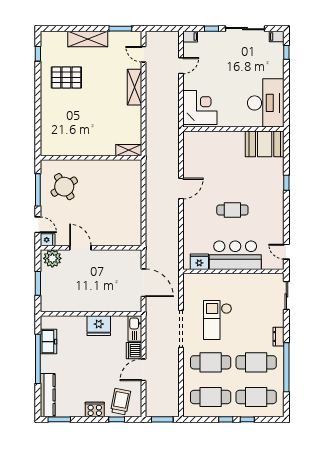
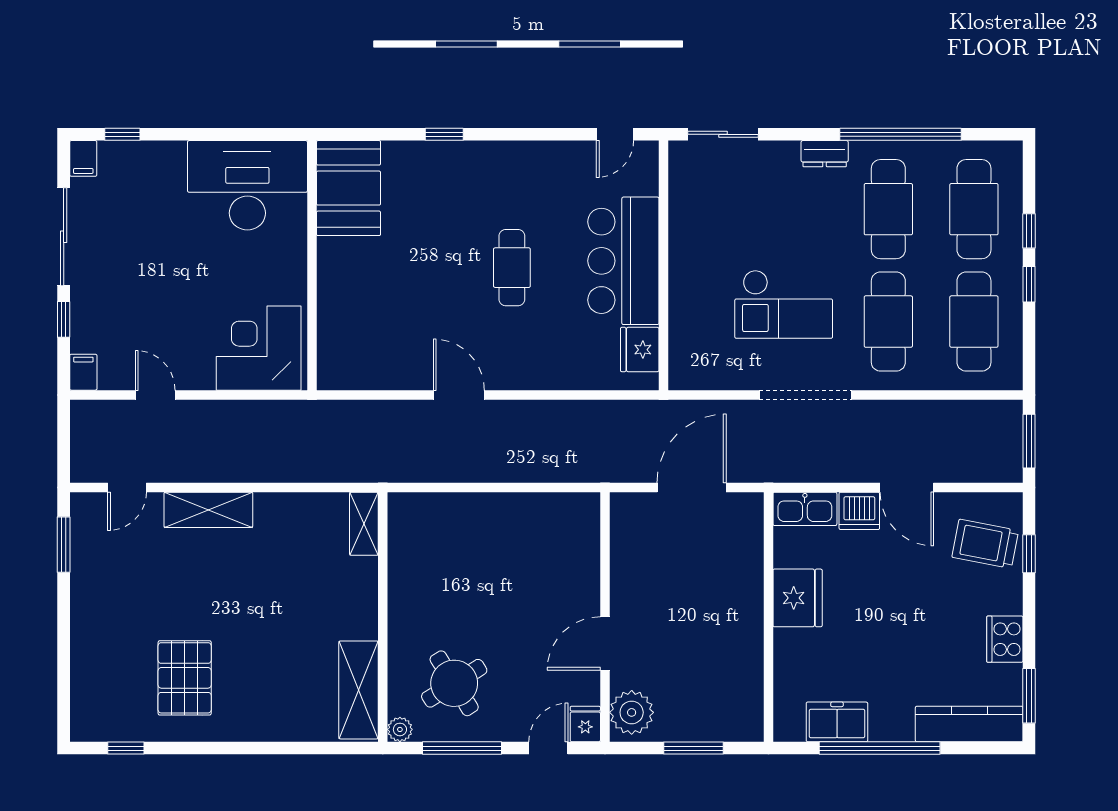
shelving: (88, 39) -> (359, 690), moved
plant: (46, 165) -> (400, 729), added
cooker: (95, 410) -> (1005, 639), moved

